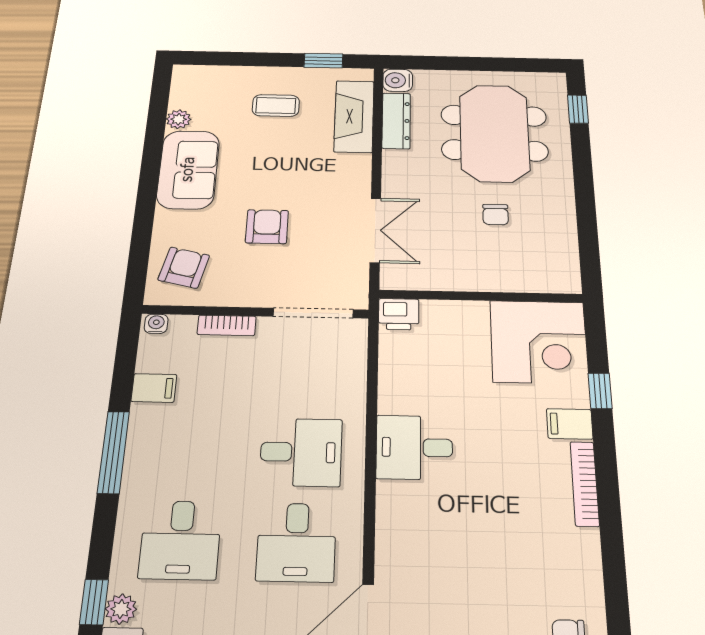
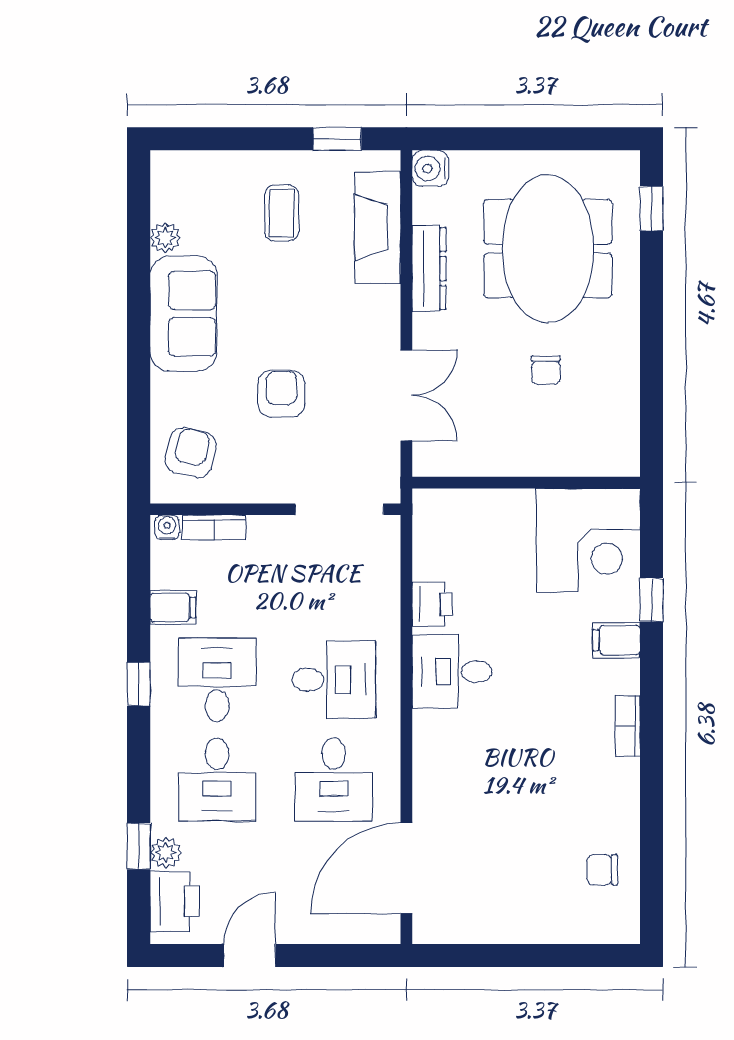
coffee table: (276, 106) -> (282, 213), turned 90
dresser: (396, 121) -> (429, 269), moved
printer: (399, 314) -> (432, 604), moved, turned -90
bookcase: (227, 325) -> (214, 528), moved
desk: (189, 450) -> (217, 680), added
window: (113, 452) -> (139, 684), width x0.46
bookcase: (585, 484) -> (628, 726), width x0.64

